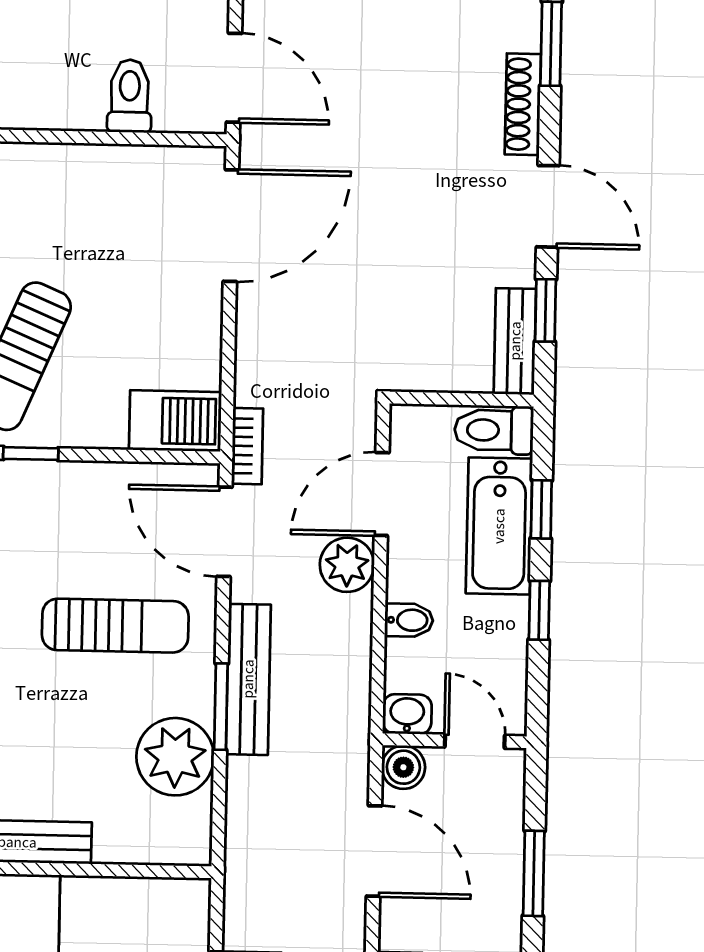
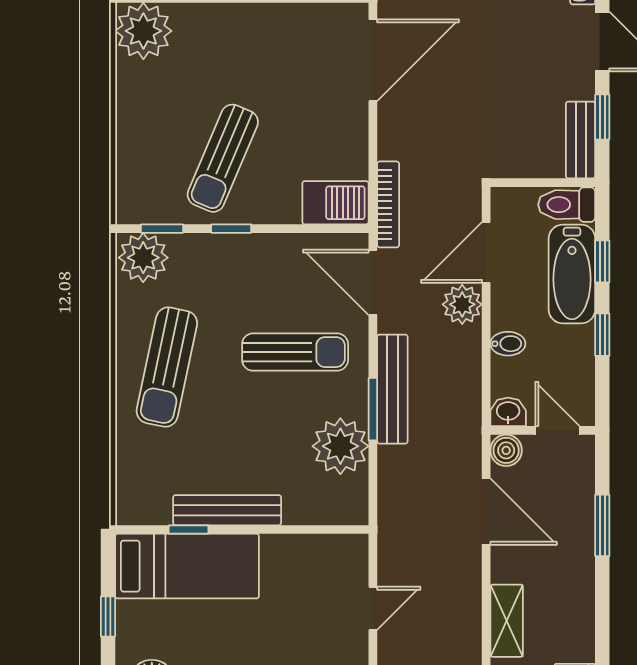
bookcase: (247, 446) -> (388, 204), width x1.56

